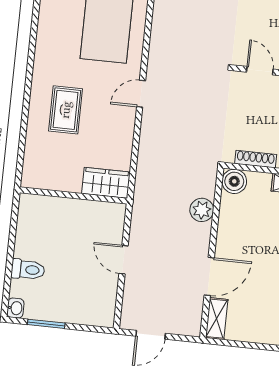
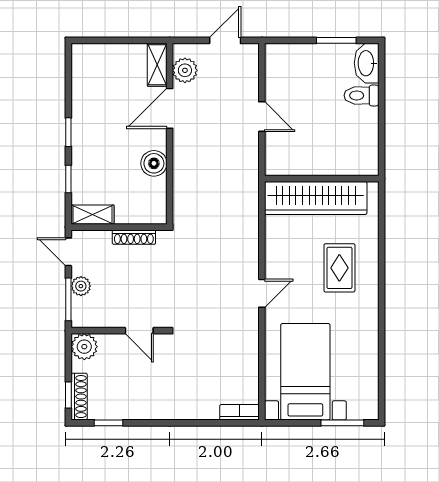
boiler: (234, 181) -> (154, 163), moved
wardrobe: (106, 183) -> (316, 198), width x2.10, depth x1.17
plant: (202, 210) -> (185, 70), moved
washbasin: (15, 308) -> (367, 63), width x1.91, depth x1.45

